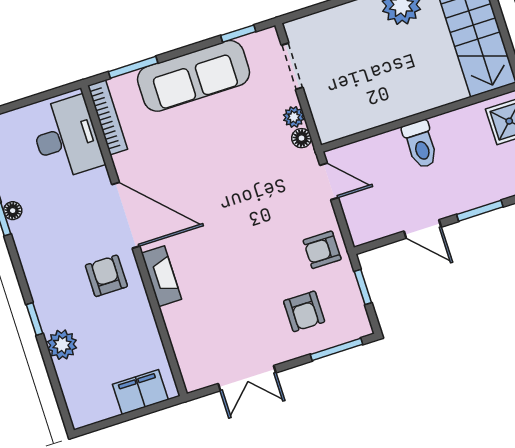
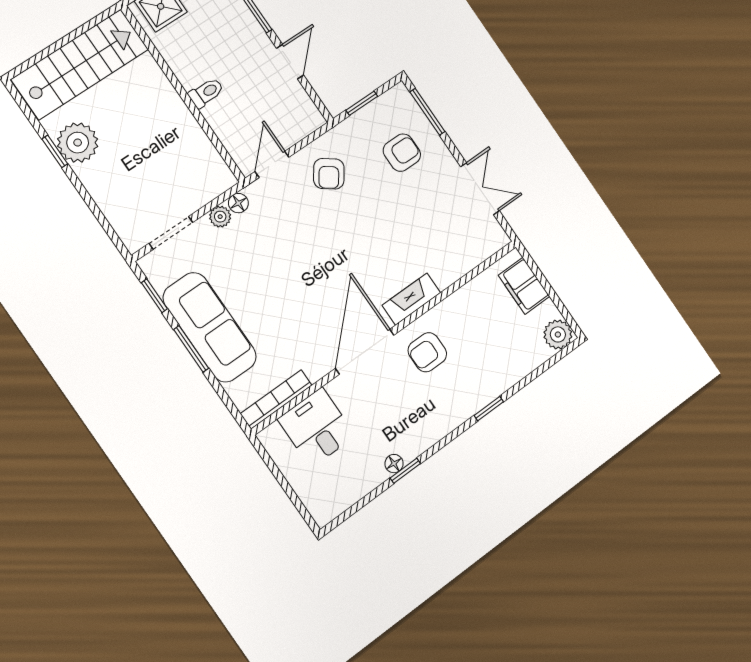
window: (133, 67) -> (191, 349), moved
desk: (66, 138) -> (317, 428), width x0.73
toilet: (420, 144) -> (206, 93), width x0.73, depth x0.72
armchair: (322, 250) -> (329, 174), moved, turned 36
plant: (62, 345) -> (558, 334), moved

